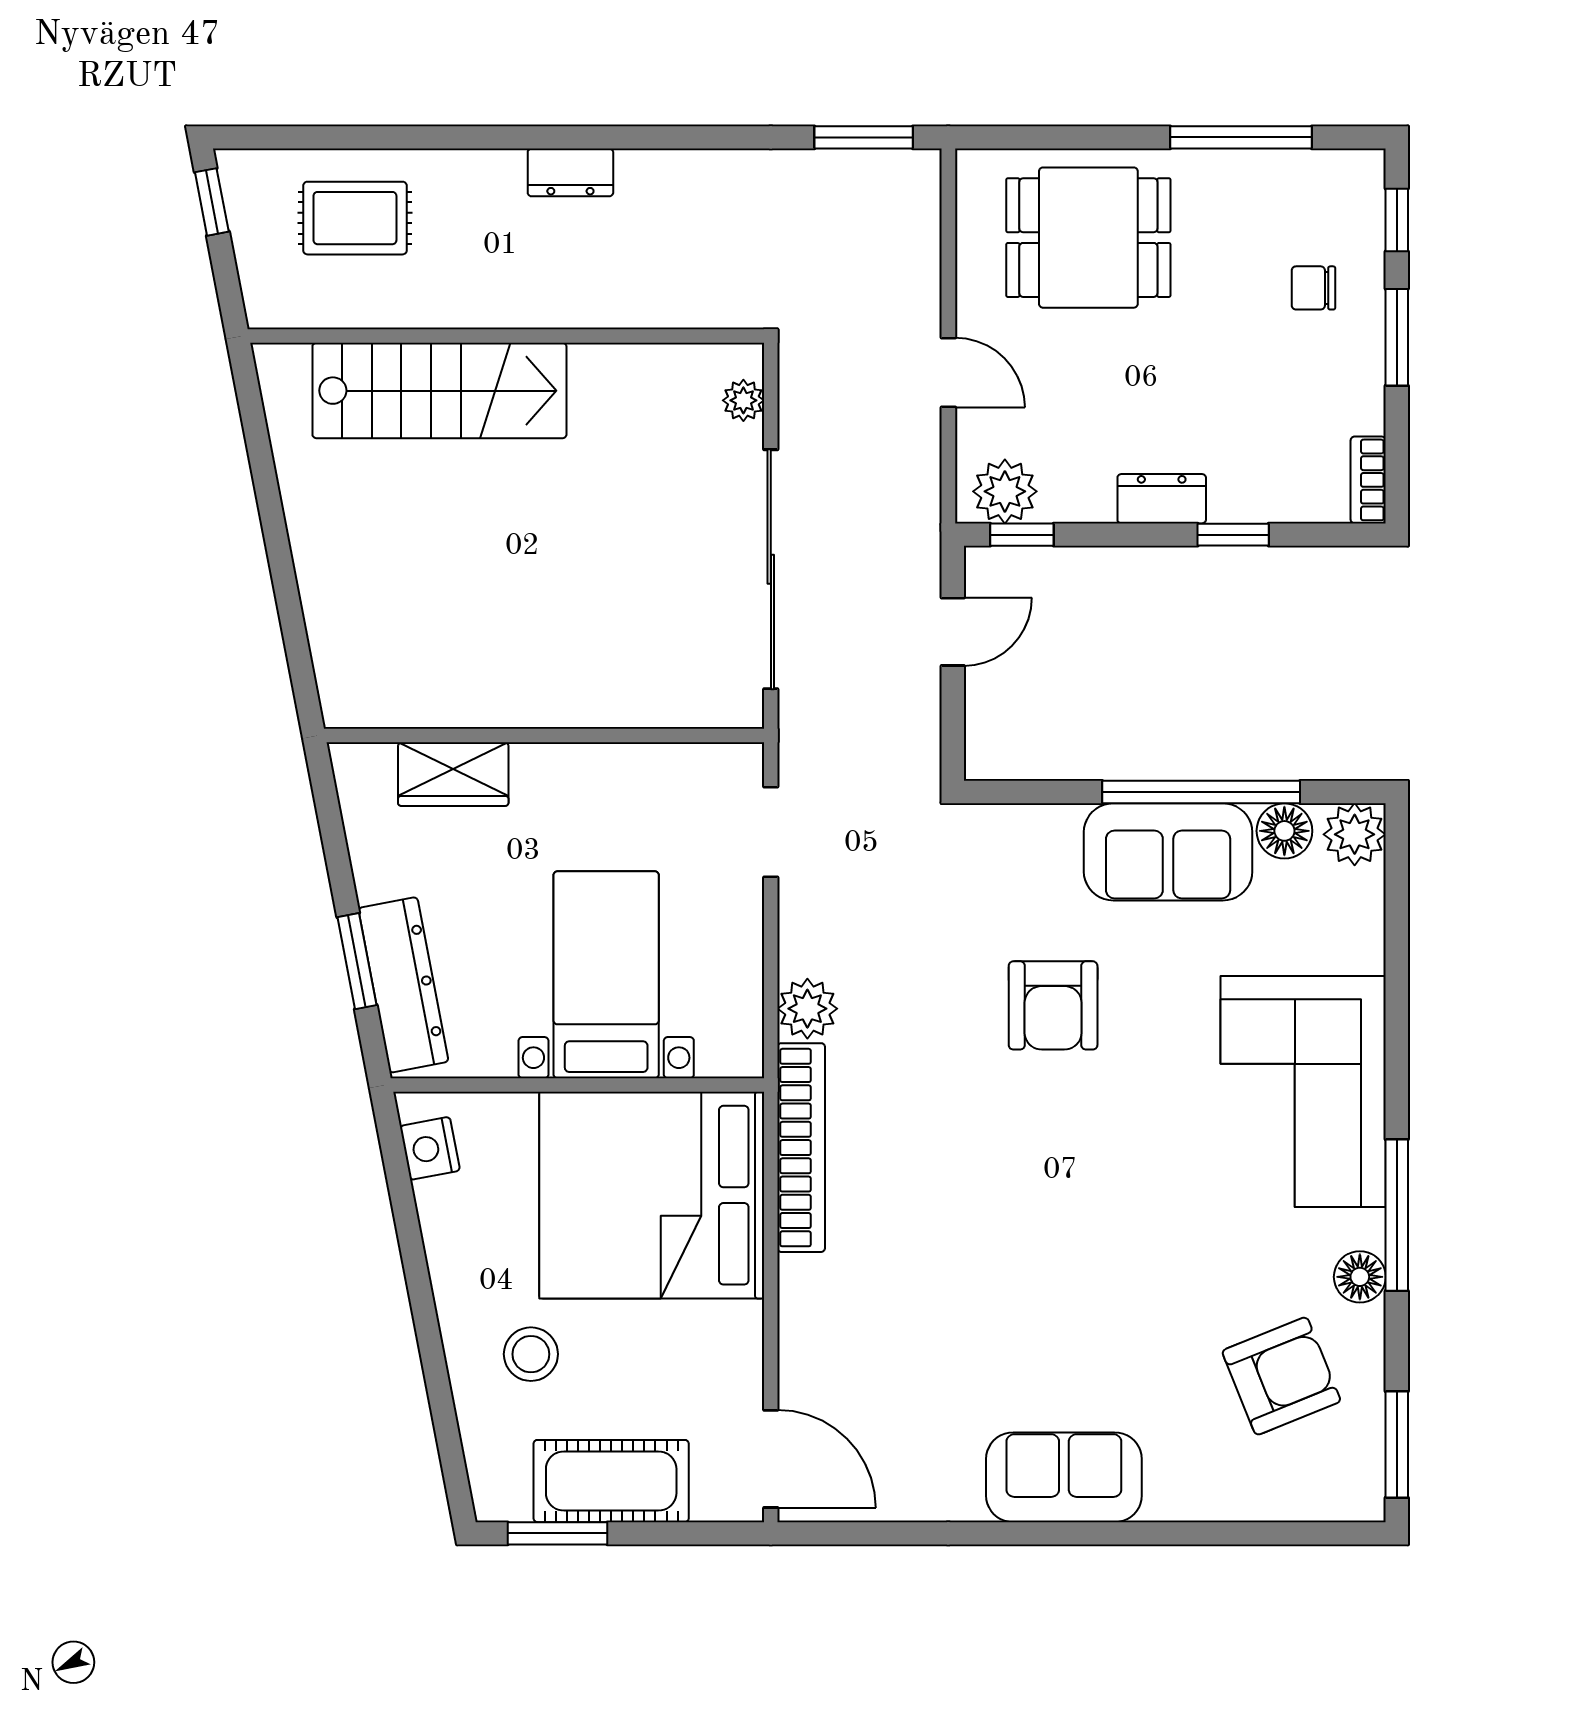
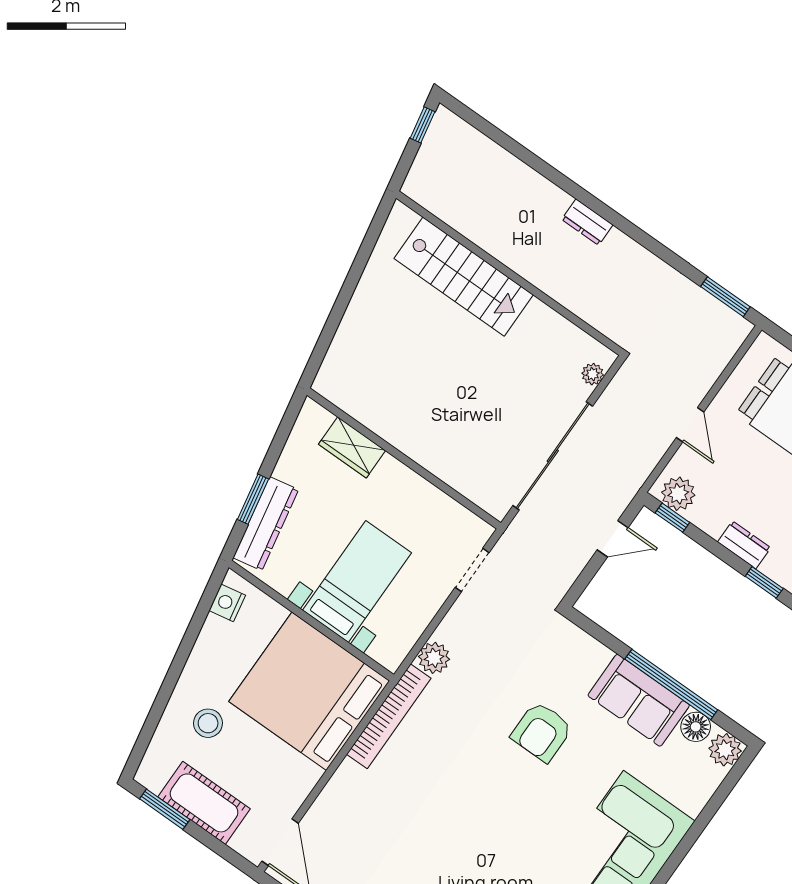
rug: (355, 218) -> (480, 176), removed

